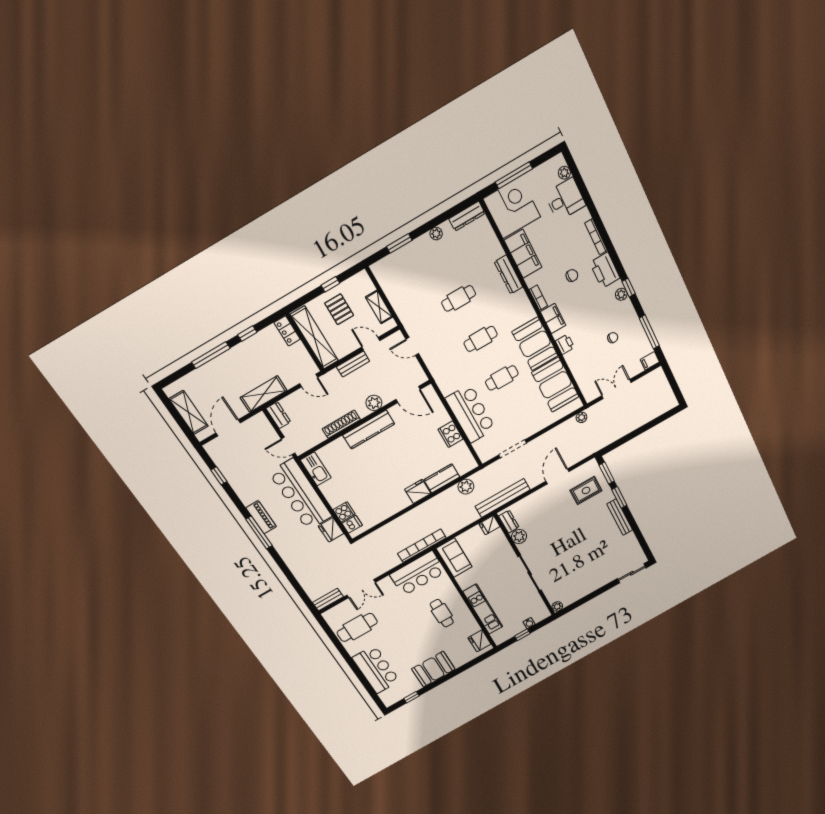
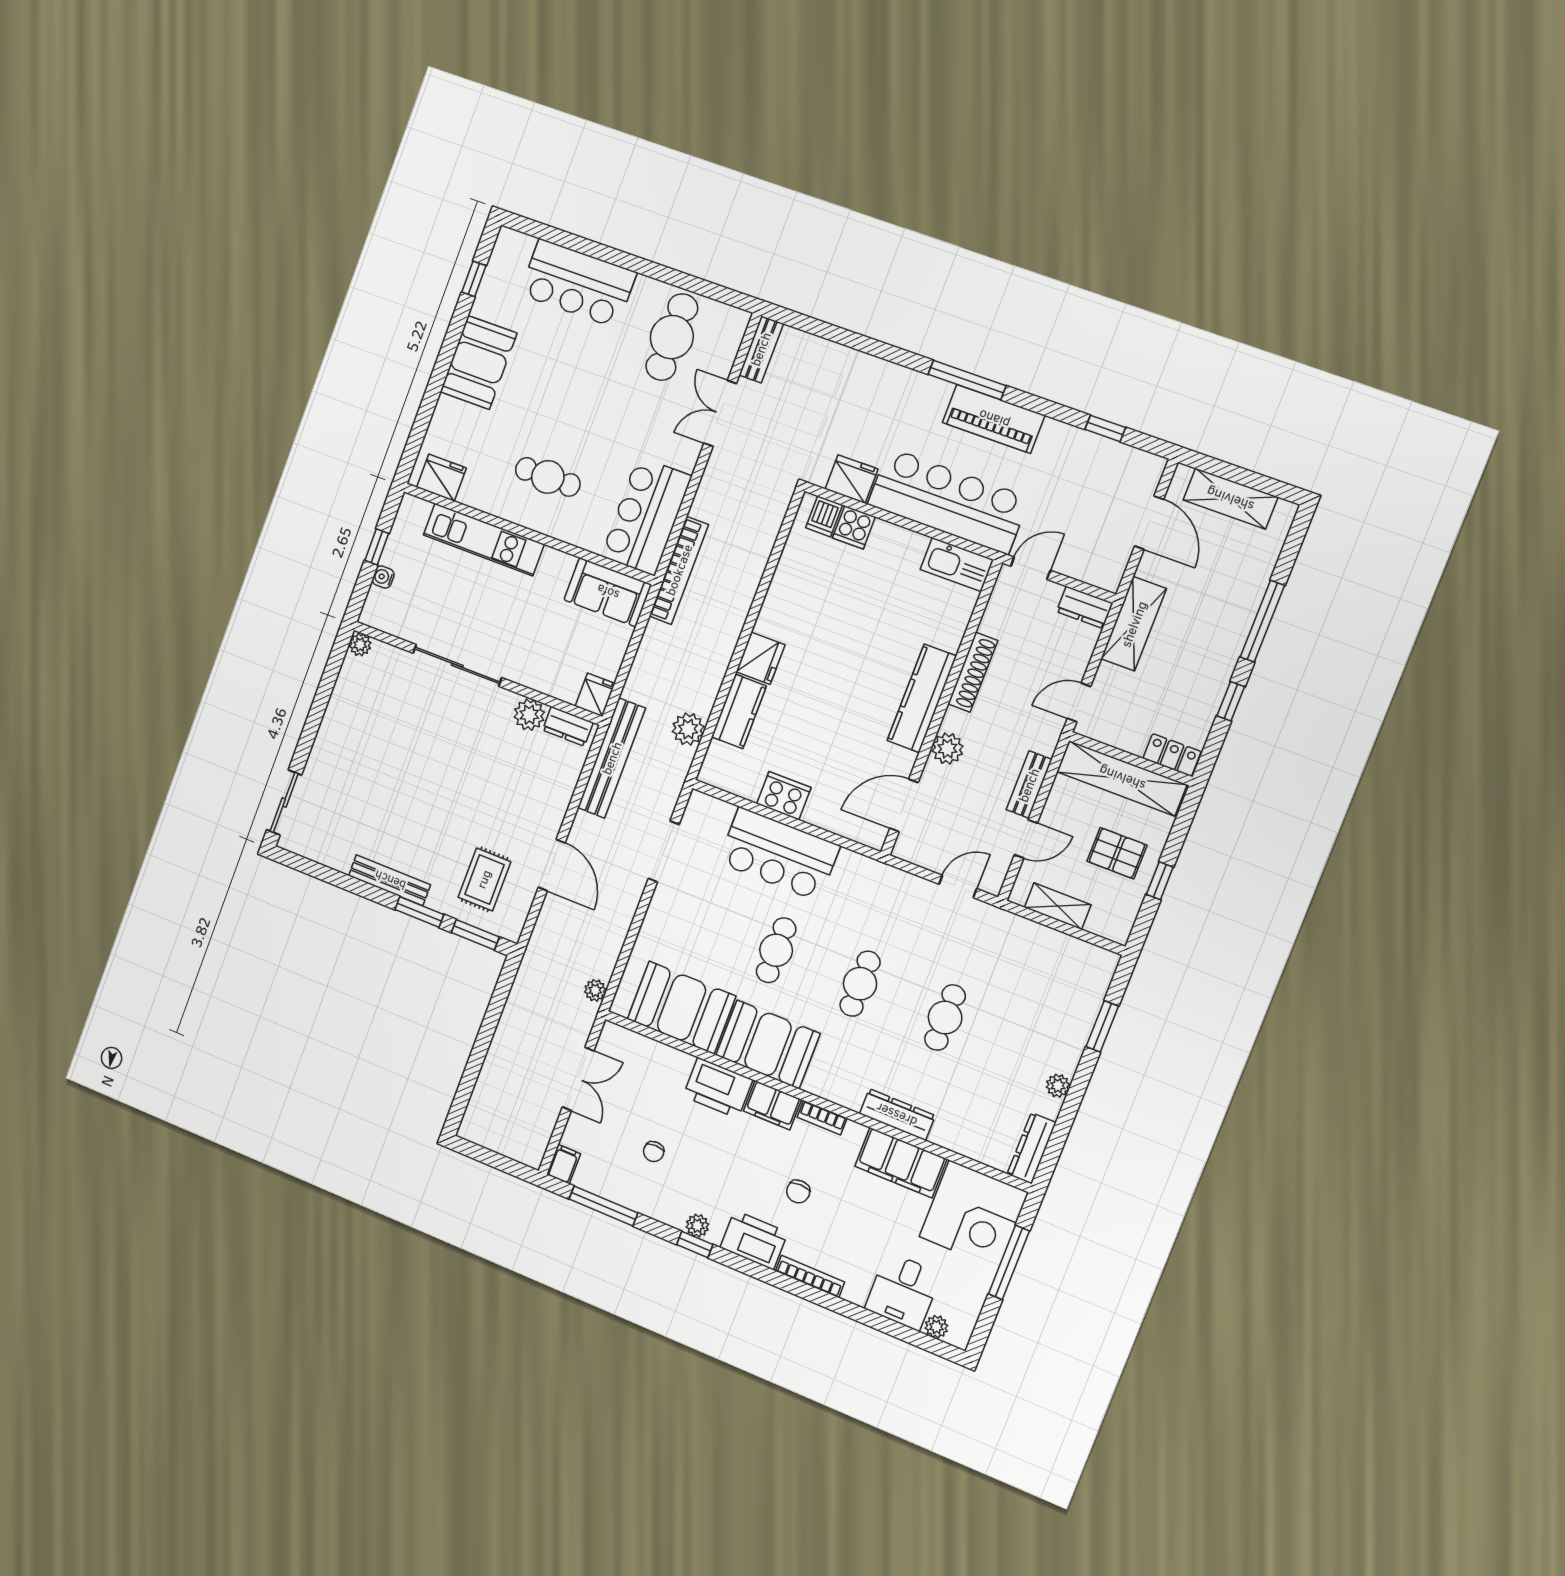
printer: (565, 344) -> (718, 1088), width x1.87, depth x1.48
piano: (261, 517) -> (994, 419), width x1.37, depth x1.33

